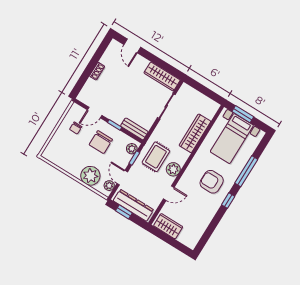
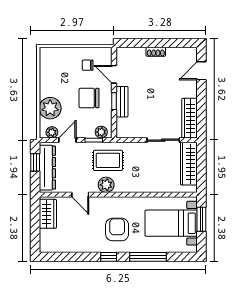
bench: (134, 129) -> (122, 102), moved
wardrobe: (195, 133) -> (189, 164), moved, turned -90

